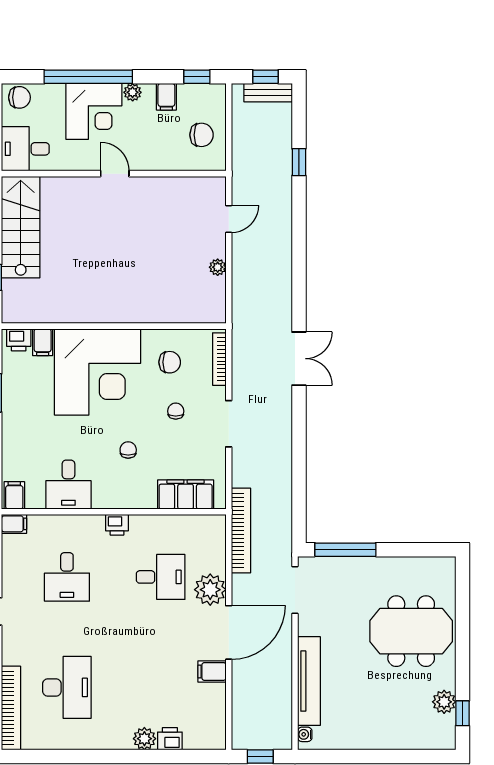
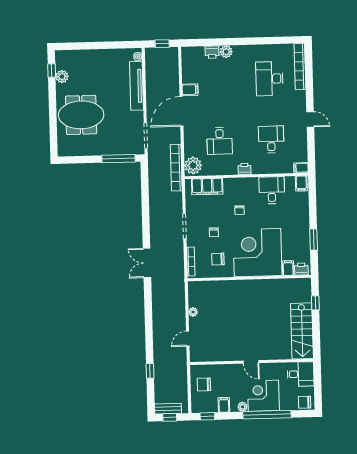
desk: (161, 577) -> (220, 141), turned -90
plant: (210, 590) -> (193, 165), moved

